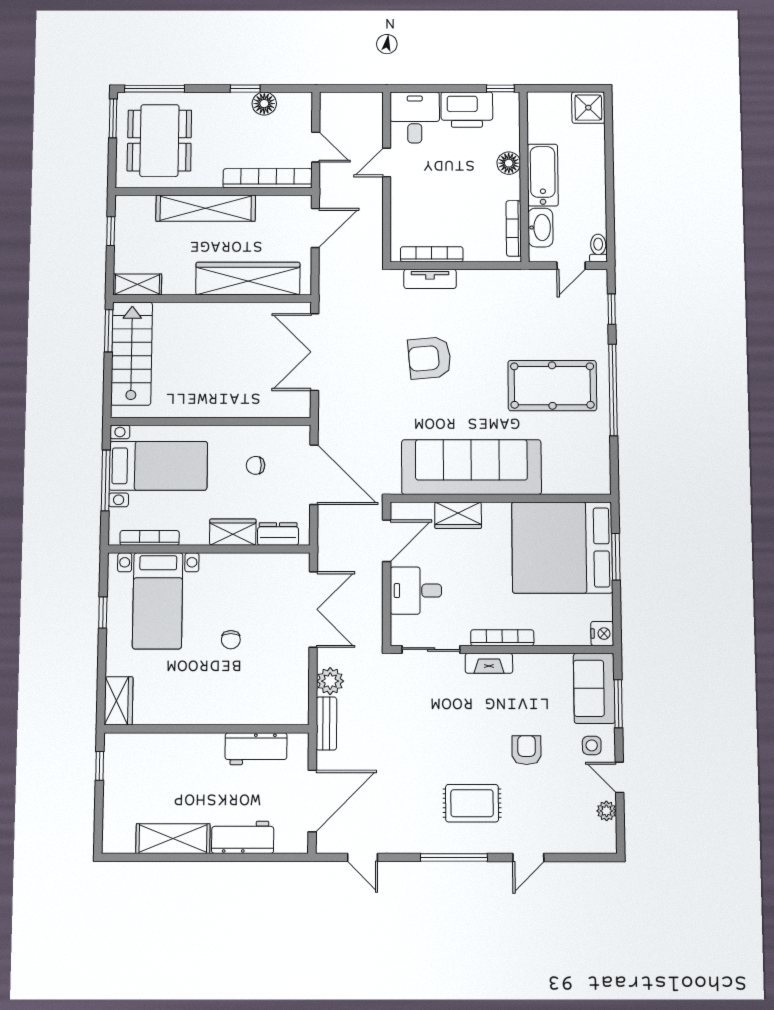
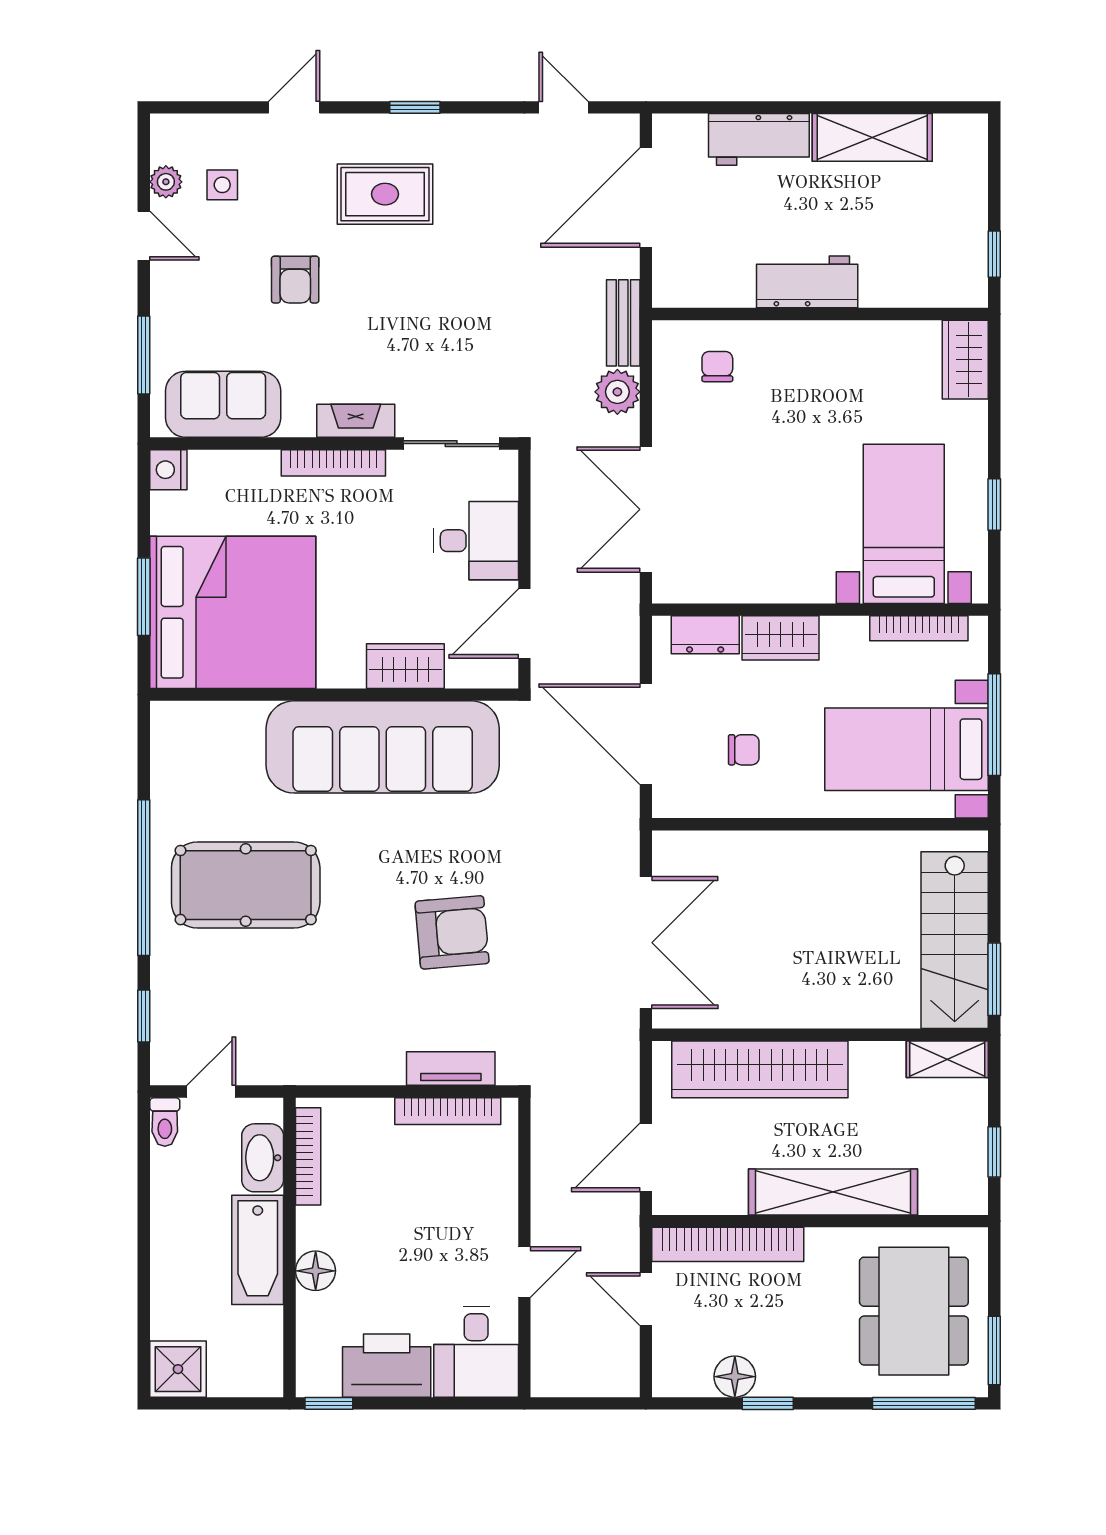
chair: (231, 640) -> (717, 367), moved
sofa: (594, 688) -> (223, 404), moved, turned -90
side table: (592, 745) -> (222, 185), moved
workbench: (256, 749) -> (807, 282), moved
window: (454, 857) -> (415, 107), width x0.46

